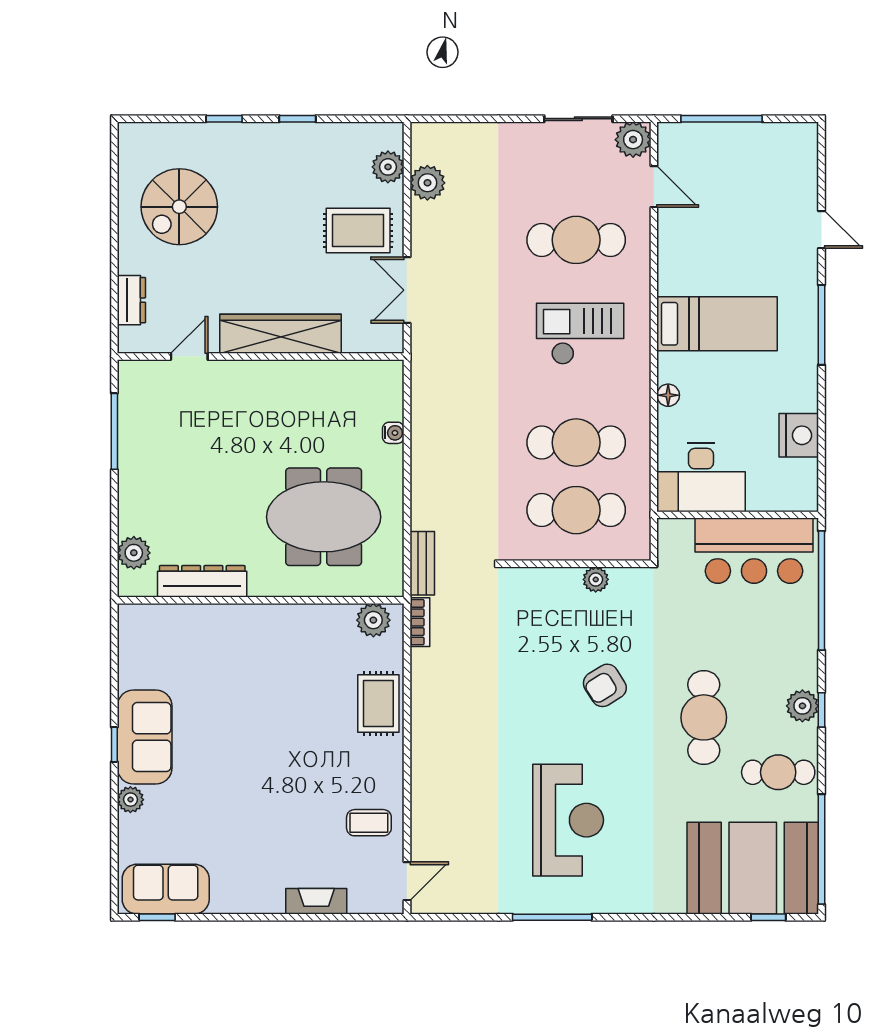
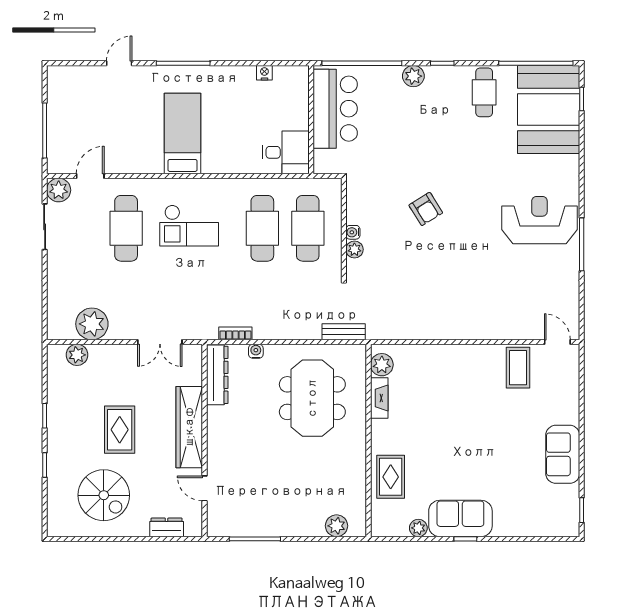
plant: (427, 183) -> (92, 324), width x1.36, depth x1.36
rug: (358, 231) -> (120, 430), moved
checkout: (580, 334) -> (189, 226), turned -90
floor lamp: (668, 395) -> (231, 166), removed
nightstand: (799, 435) -> (264, 73), width x0.53, depth x0.56
desk: (701, 477) -> (286, 152), width x0.73
water cooler: (570, 577) -> (353, 232), added
plant: (596, 579) -> (354, 249), moved
dresser: (202, 581) -> (217, 375), moved, turned 180
bookcase: (420, 622) -> (235, 333), moved
rug: (378, 703) -> (391, 477), moved, turned 90
plant: (802, 706) -> (413, 76), moved
cafe table: (704, 717) -> (447, 142), removed
plant: (130, 800) -> (418, 528), moved
reception desk: (568, 820) -> (539, 220), moved
coffee table: (369, 823) -> (518, 368), width x1.36, depth x1.30
sofa: (166, 889) -> (563, 454), moved
fireplace: (316, 901) -> (379, 398), moved, turned 180

